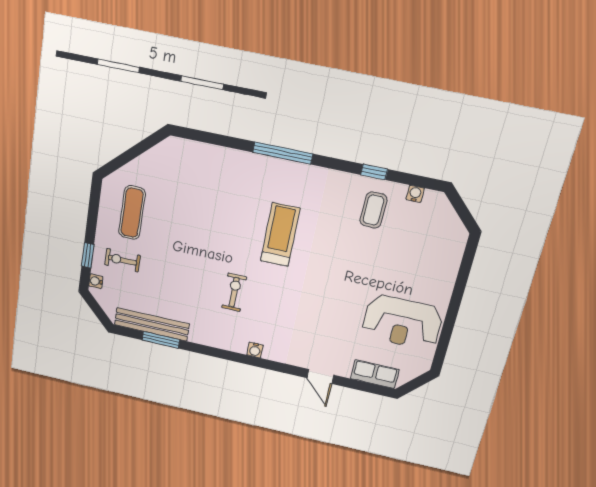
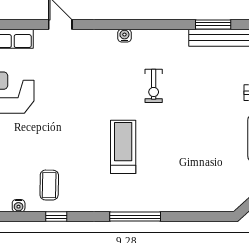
treadmill: (280, 235) -> (123, 147), turned 180

